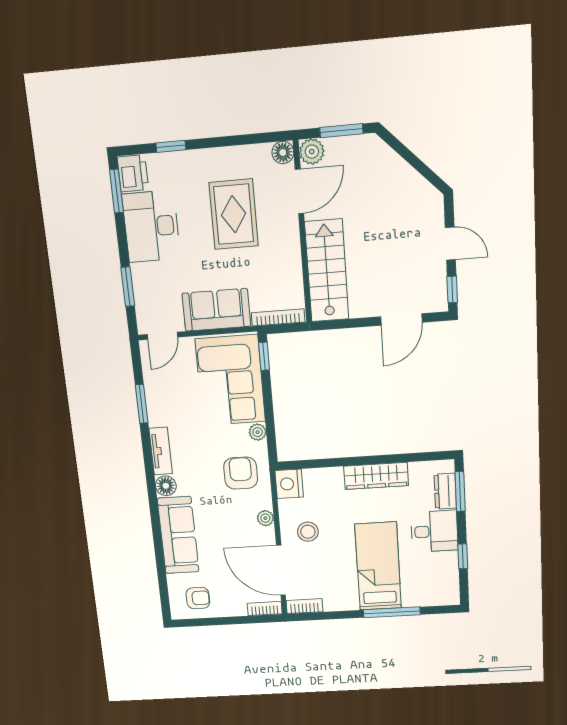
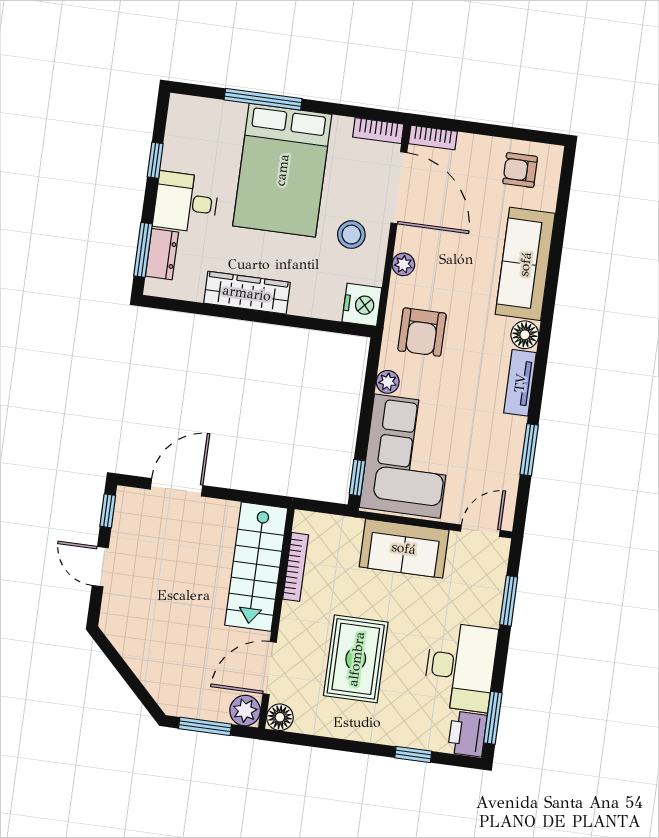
bookcase: (278, 317) -> (296, 567), moved, turned -90
bed: (378, 566) -> (282, 170), width x1.50

